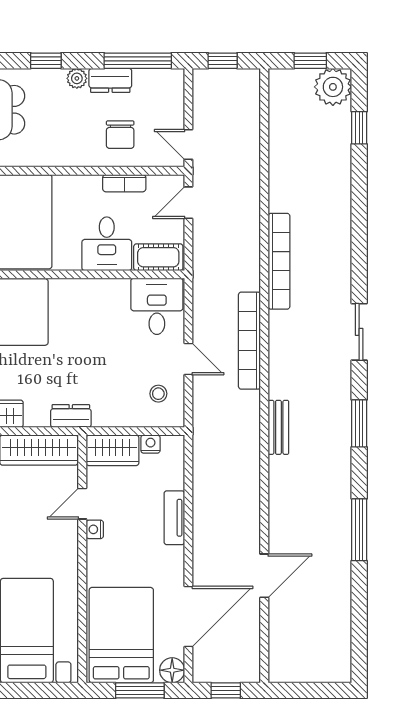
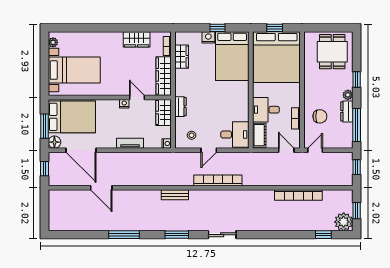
chair: (120, 135) -> (320, 116), turned 180
bookcase: (279, 261) -> (298, 195), moved
dresser: (71, 416) -> (180, 107), moved
nightstand: (150, 444) -> (167, 144), moved

